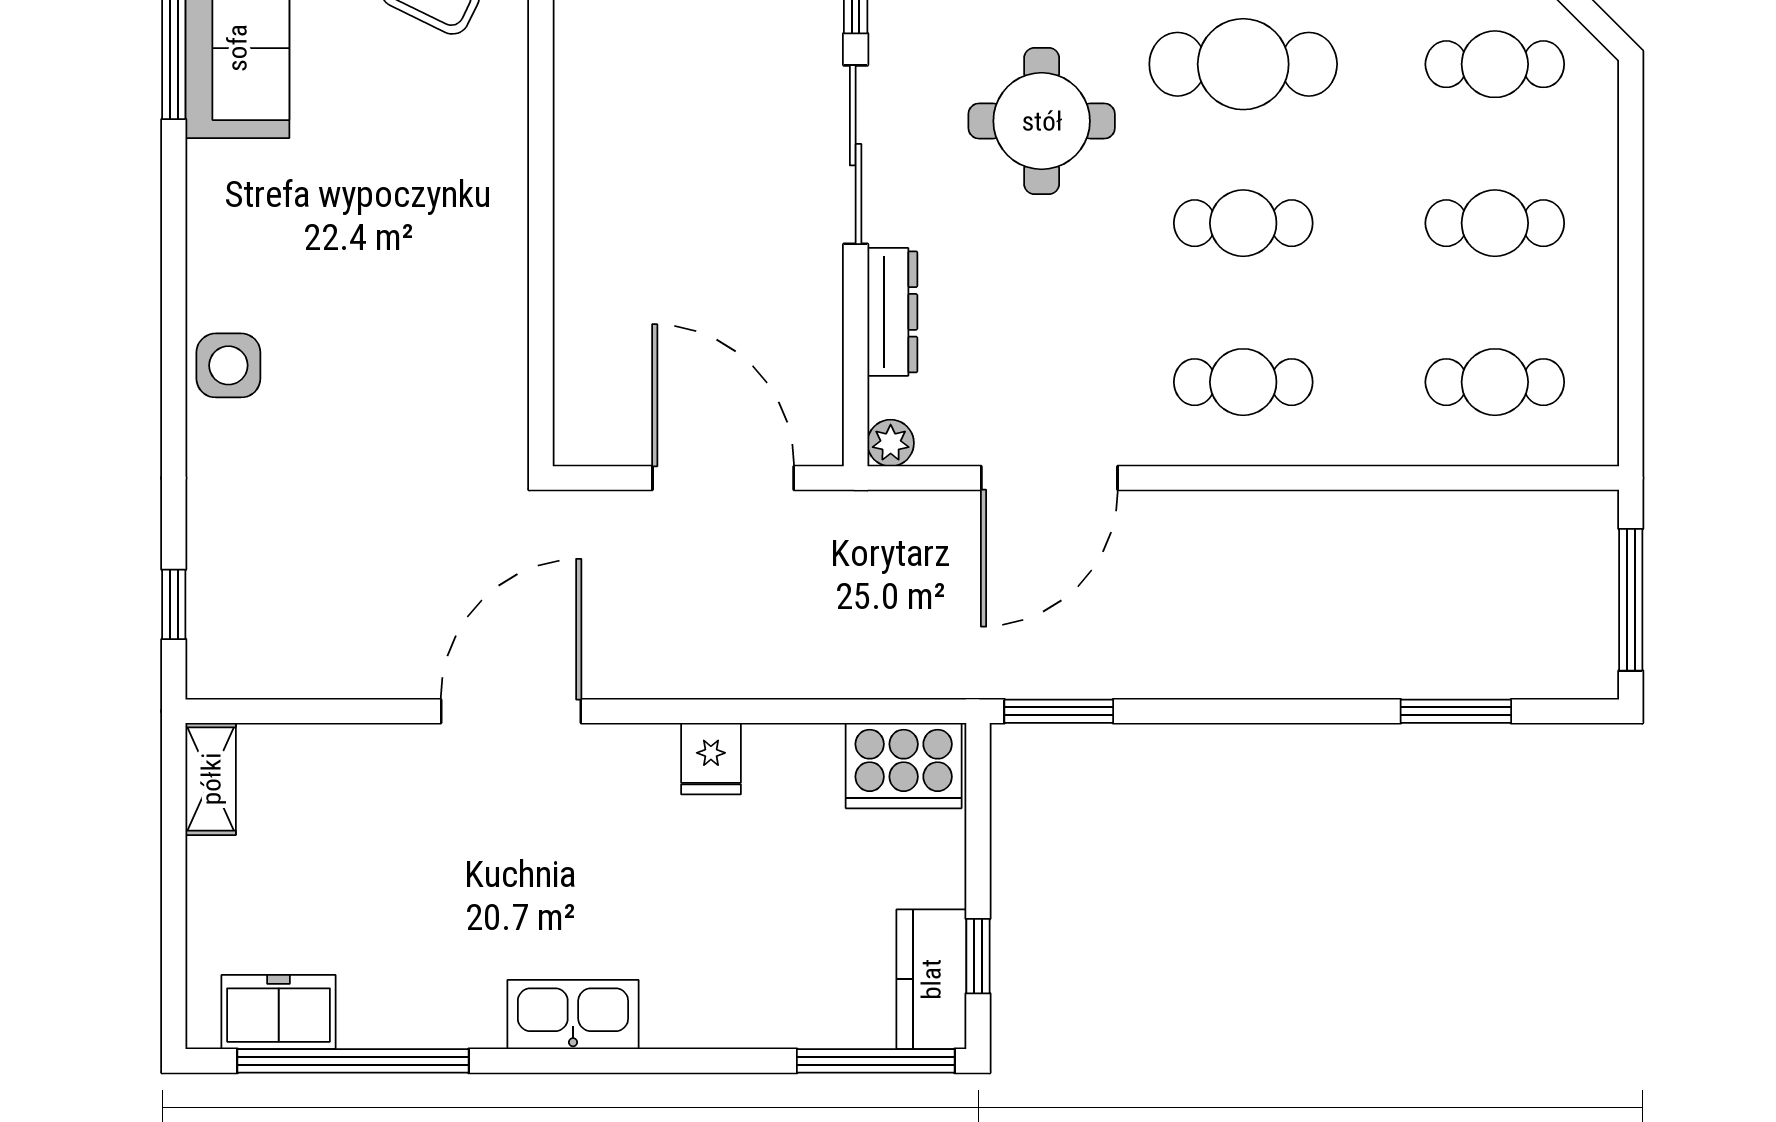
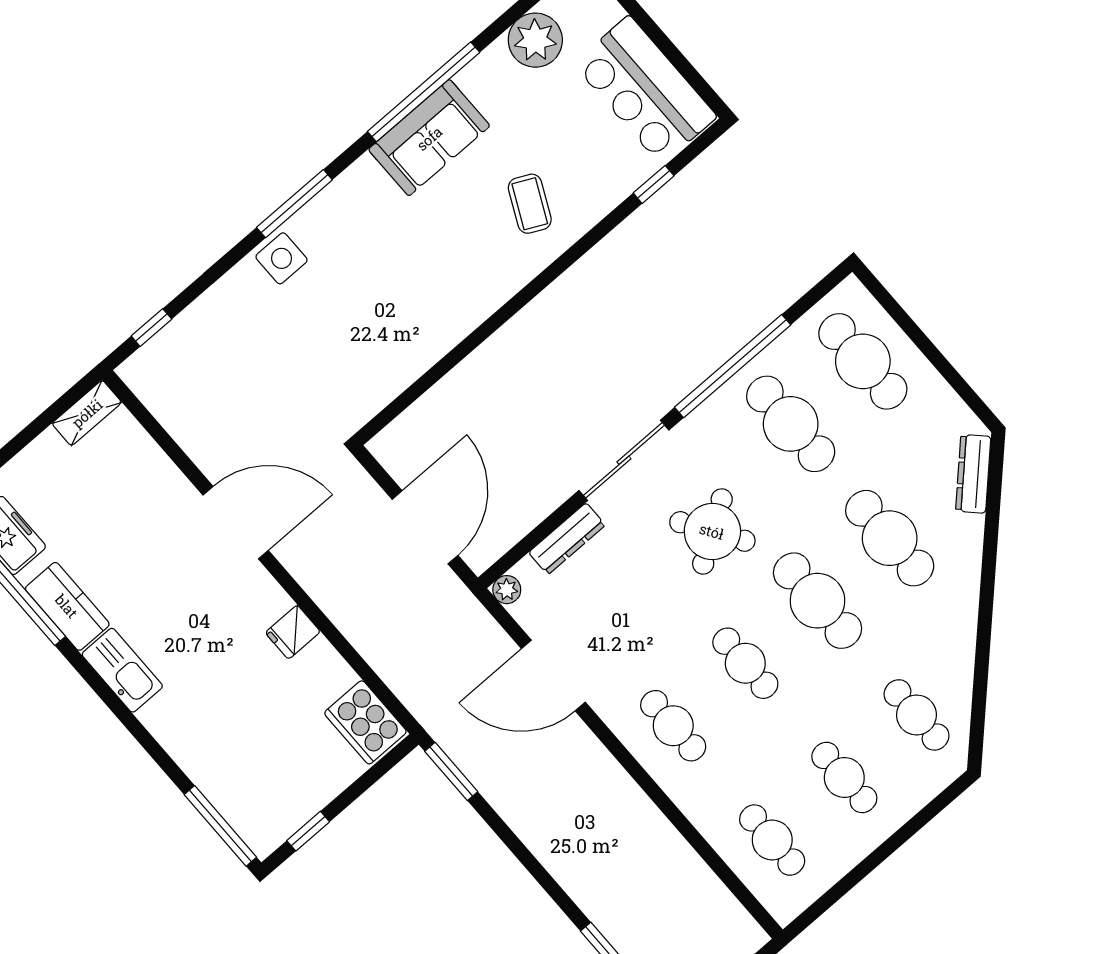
round table: (1042, 121) -> (712, 531), turned -33
window: (174, 290) -> (294, 204), added
kitchen counter: (931, 979) -> (67, 606), moved, turned 90

